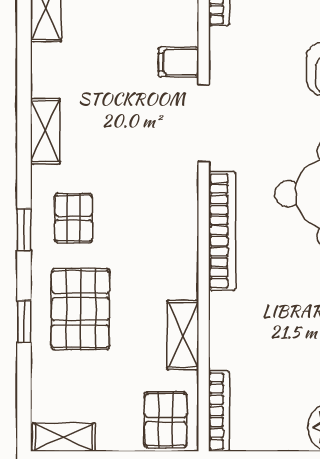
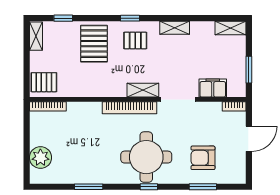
filing cabinet: (178, 62) -> (213, 88), width x2.00
pallet: (80, 309) -> (94, 44), turned 90
window: (24, 322) -> (63, 18), moved
shelving: (183, 335) -> (143, 90), moved

